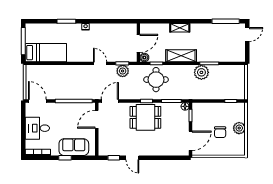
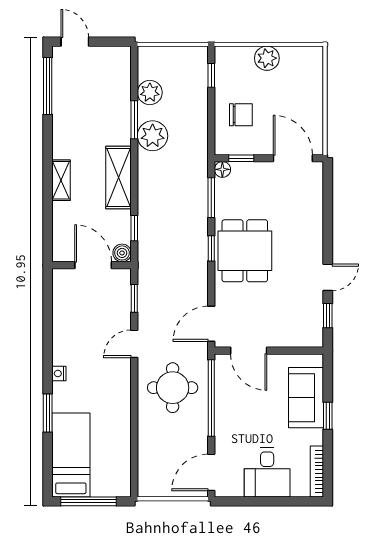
bed: (46, 53) -> (71, 455), moved
plant: (123, 71) -> (150, 93), moved
round table: (156, 80) -> (173, 388), moved
door: (110, 101) -> (211, 324), hinge flipped
chair: (220, 132) -> (241, 115), moved

